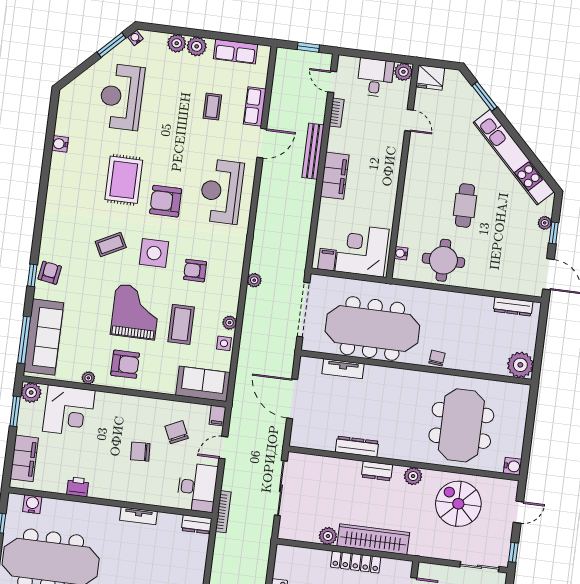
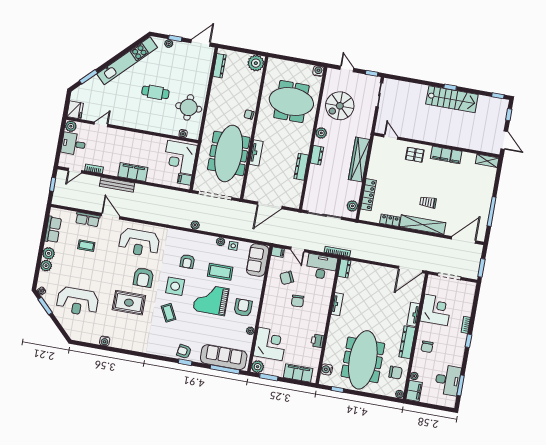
tv unit: (343, 369) -> (256, 153), moved
plant: (328, 536) -> (352, 206), moved
locker: (356, 562) -> (368, 195), moved

